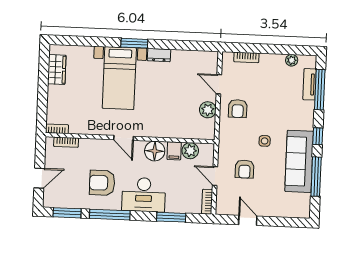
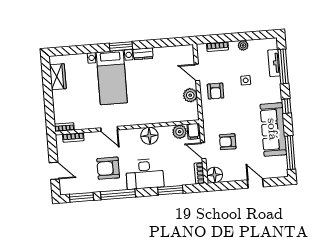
plant: (292, 60) -> (243, 45), moved
door: (124, 138) -> (109, 129), moved
side table: (265, 141) -> (246, 80), moved
filing cabinet: (174, 151) -> (193, 131), moved
armchair: (245, 169) -> (228, 142), turned 90
window: (316, 177) -> (290, 153), moved
door: (39, 178) -> (54, 171), hinge flipped
floor lamp: (225, 206) -> (215, 175), added
door: (248, 220) -> (255, 183), moved

